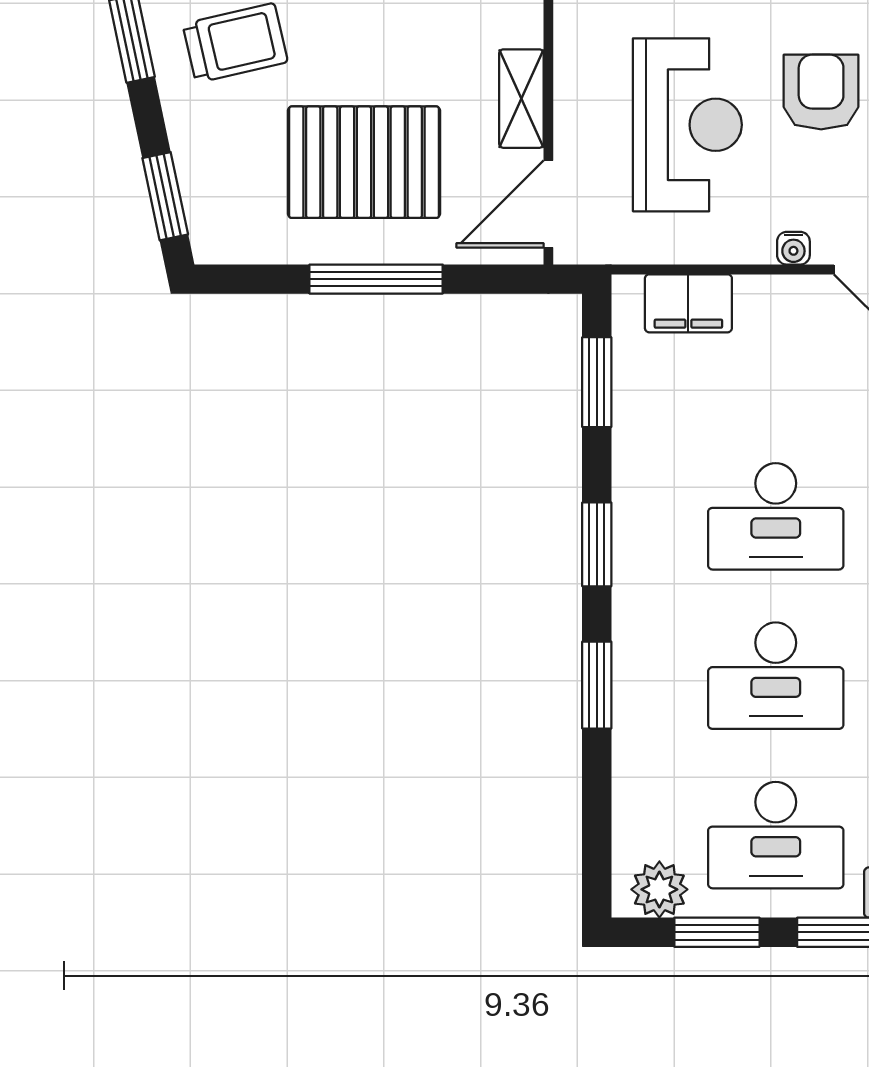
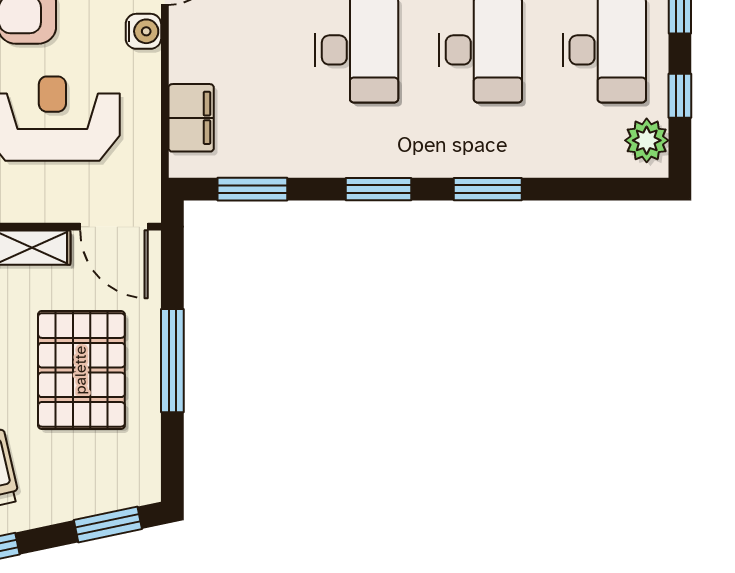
water cooler: (793, 248) -> (143, 31), width x1.38, depth x1.38
window: (717, 932) -> (680, 96), width x0.67

